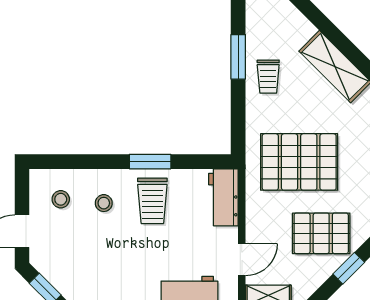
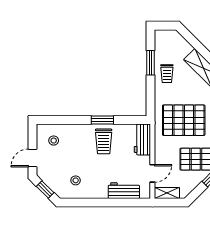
stool: (104, 203) -> (76, 180), moved

